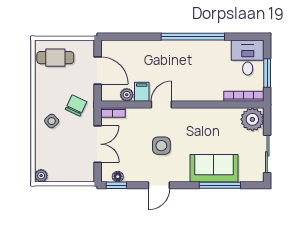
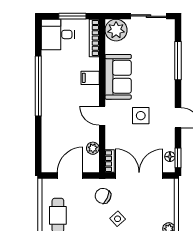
filing cabinet: (142, 92) -> (90, 78), moved
double door: (98, 144) -> (139, 176), width x1.37
sofa: (214, 168) -> (118, 77), moved, turned 180

